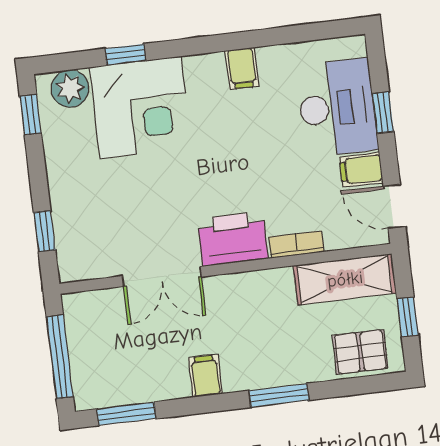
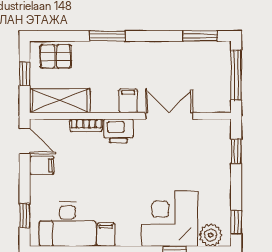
desk: (337, 108) -> (67, 224), moved, turned -90
window: (383, 113) -> (25, 216), moved
printer: (233, 239) -> (118, 131), width x0.73, depth x0.84
filing cabinet: (205, 376) -> (128, 101), moved, turned 180

